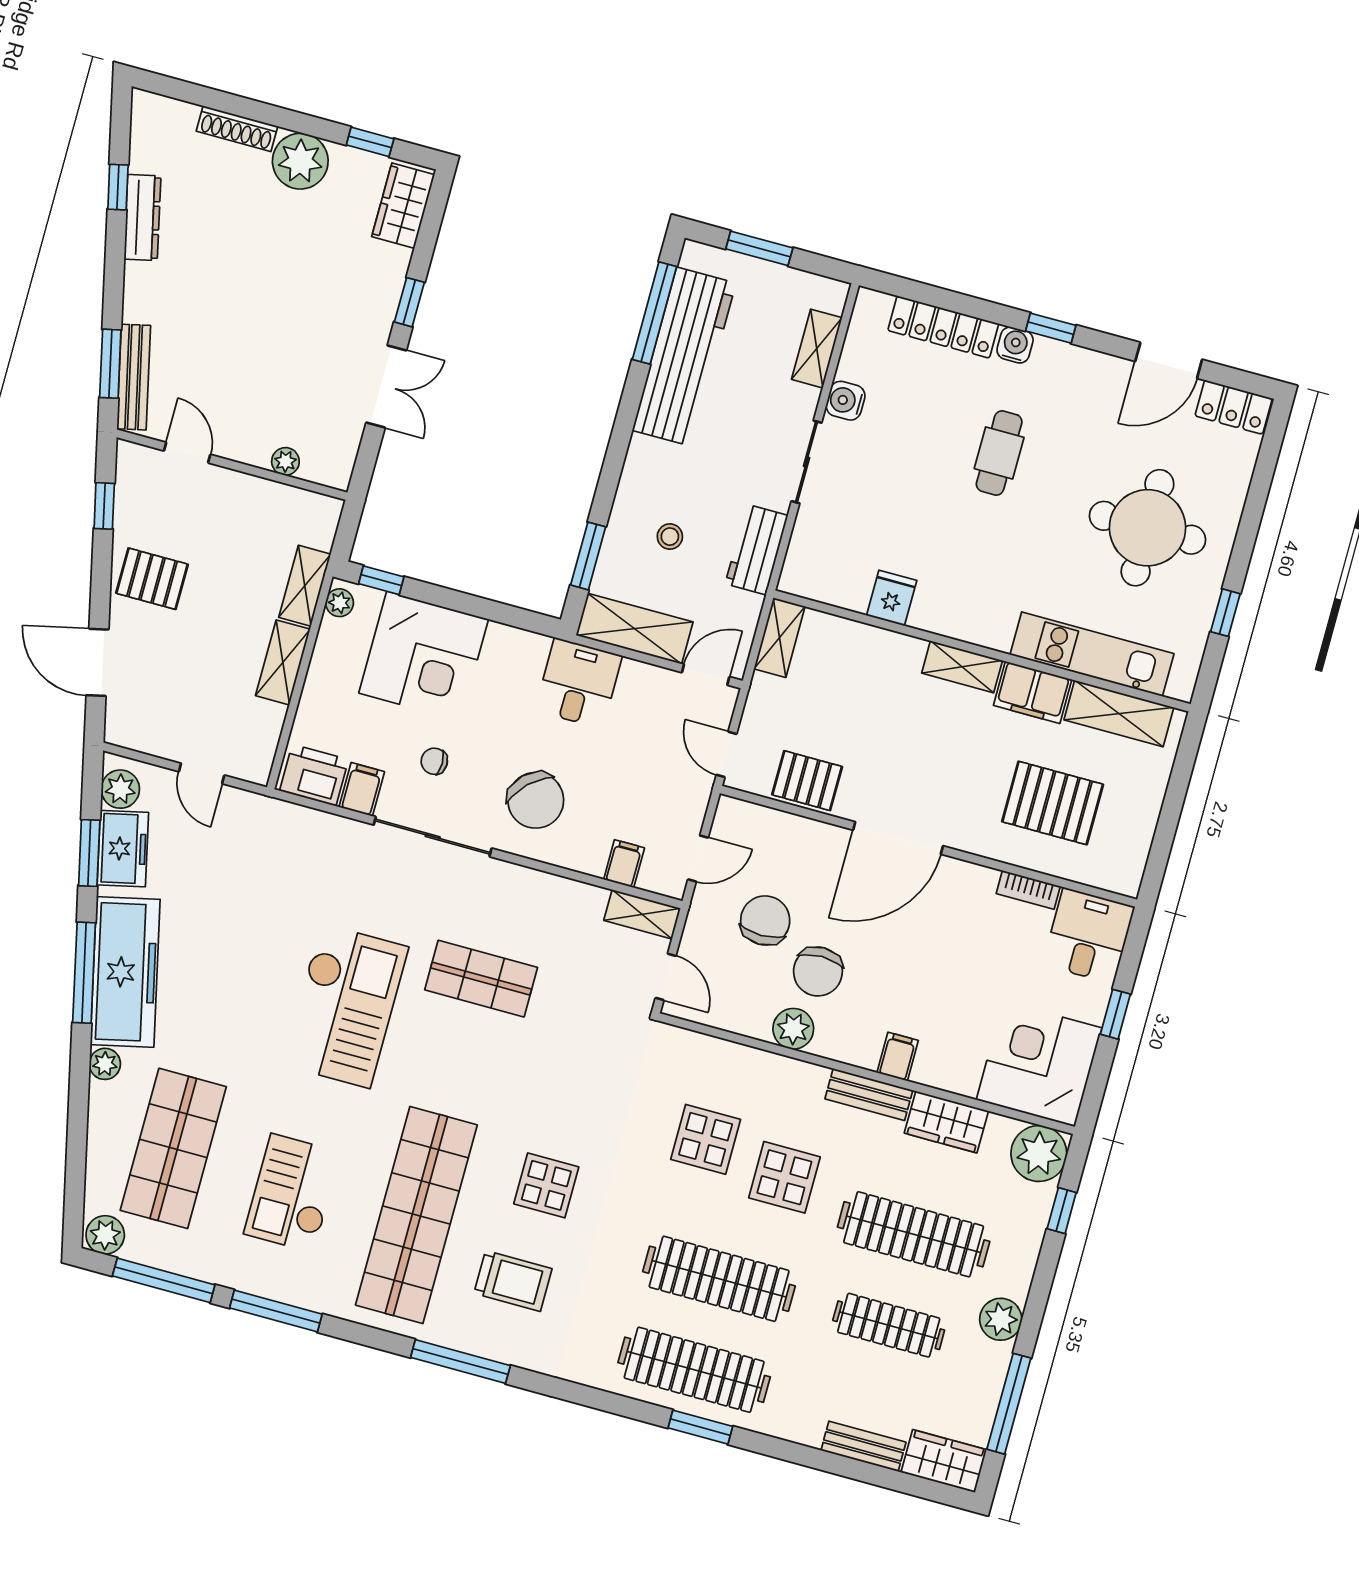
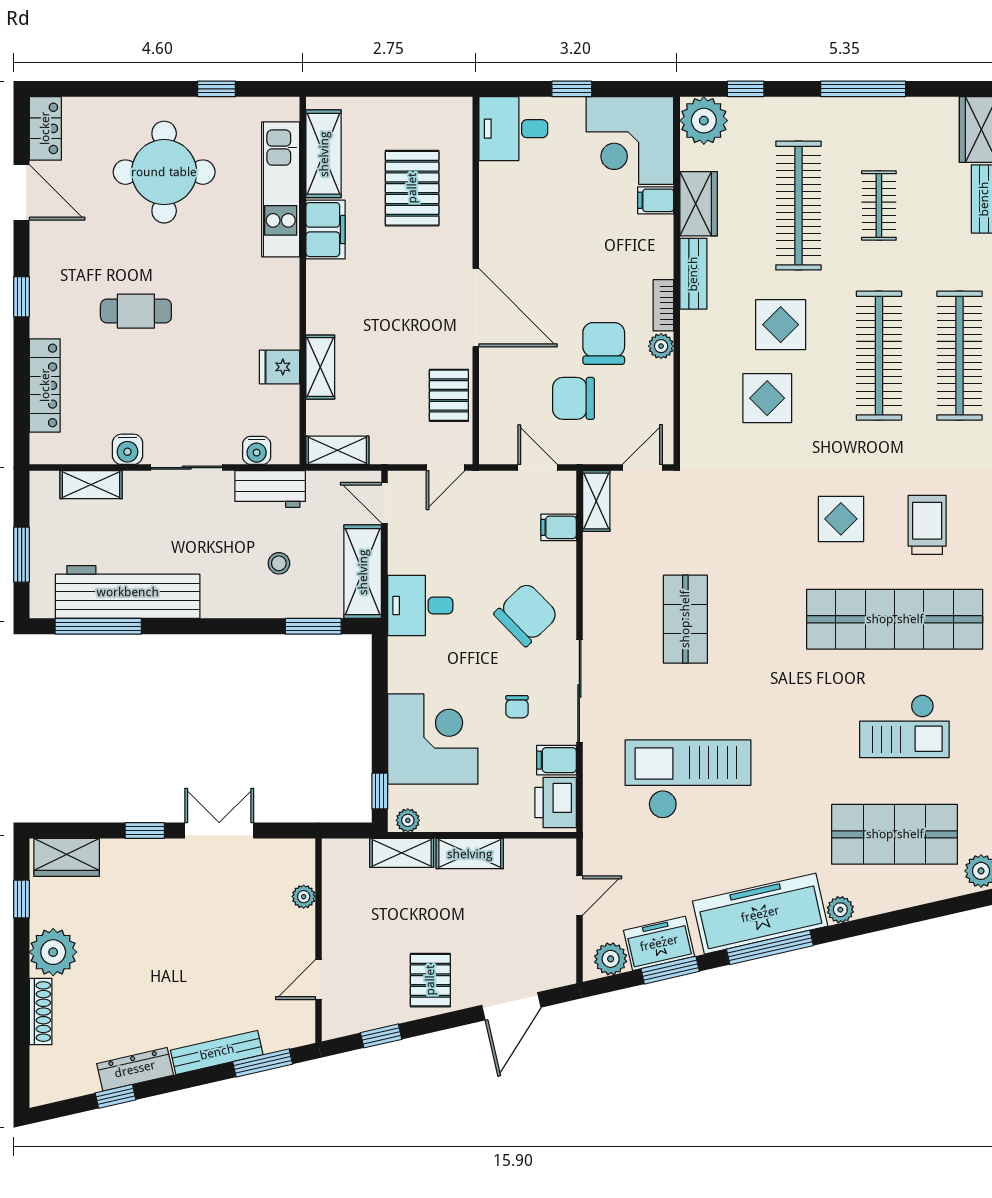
water cooler: (1015, 345) -> (257, 450), moved, turned -90
bench: (134, 377) -> (217, 1052), moved
shelving: (962, 667) -> (320, 367), moved
bookcase: (1028, 890) -> (663, 305), moved, turned 180
chair: (818, 972) -> (604, 343), turned -90
checkout: (345, 1006) -> (688, 779), moved
plant: (793, 1029) -> (661, 346), width x0.73, depth x0.73
filing cabinet: (898, 1057) -> (656, 200), moved
plant: (1001, 1319) -> (849, 115), removed
clothes rail: (889, 1325) -> (879, 206), width x0.73
window: (1009, 1404) -> (863, 89), moved

